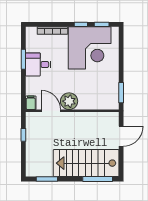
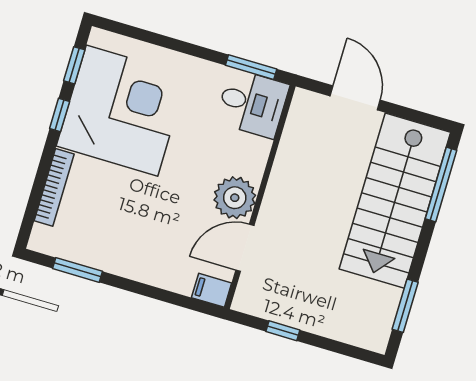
window: (23, 59) -> (78, 270), moved
desk: (38, 64) -> (252, 103), moved, turned -90

